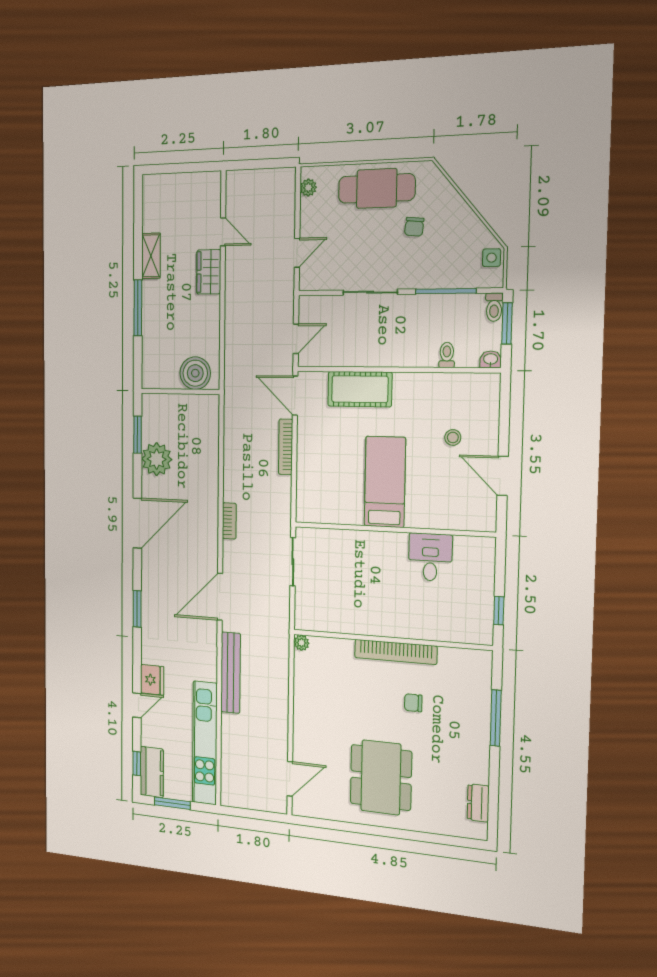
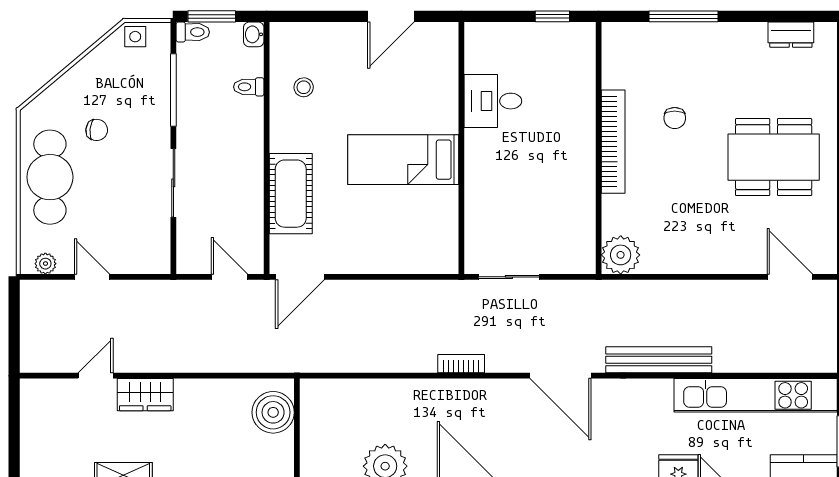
door: (297, 253) -> (92, 277), moved
stool: (453, 437) -> (304, 87), moved
bookcase: (286, 447) -> (364, 289), removed
plant: (301, 643) -> (621, 255), width x1.88, depth x1.88

